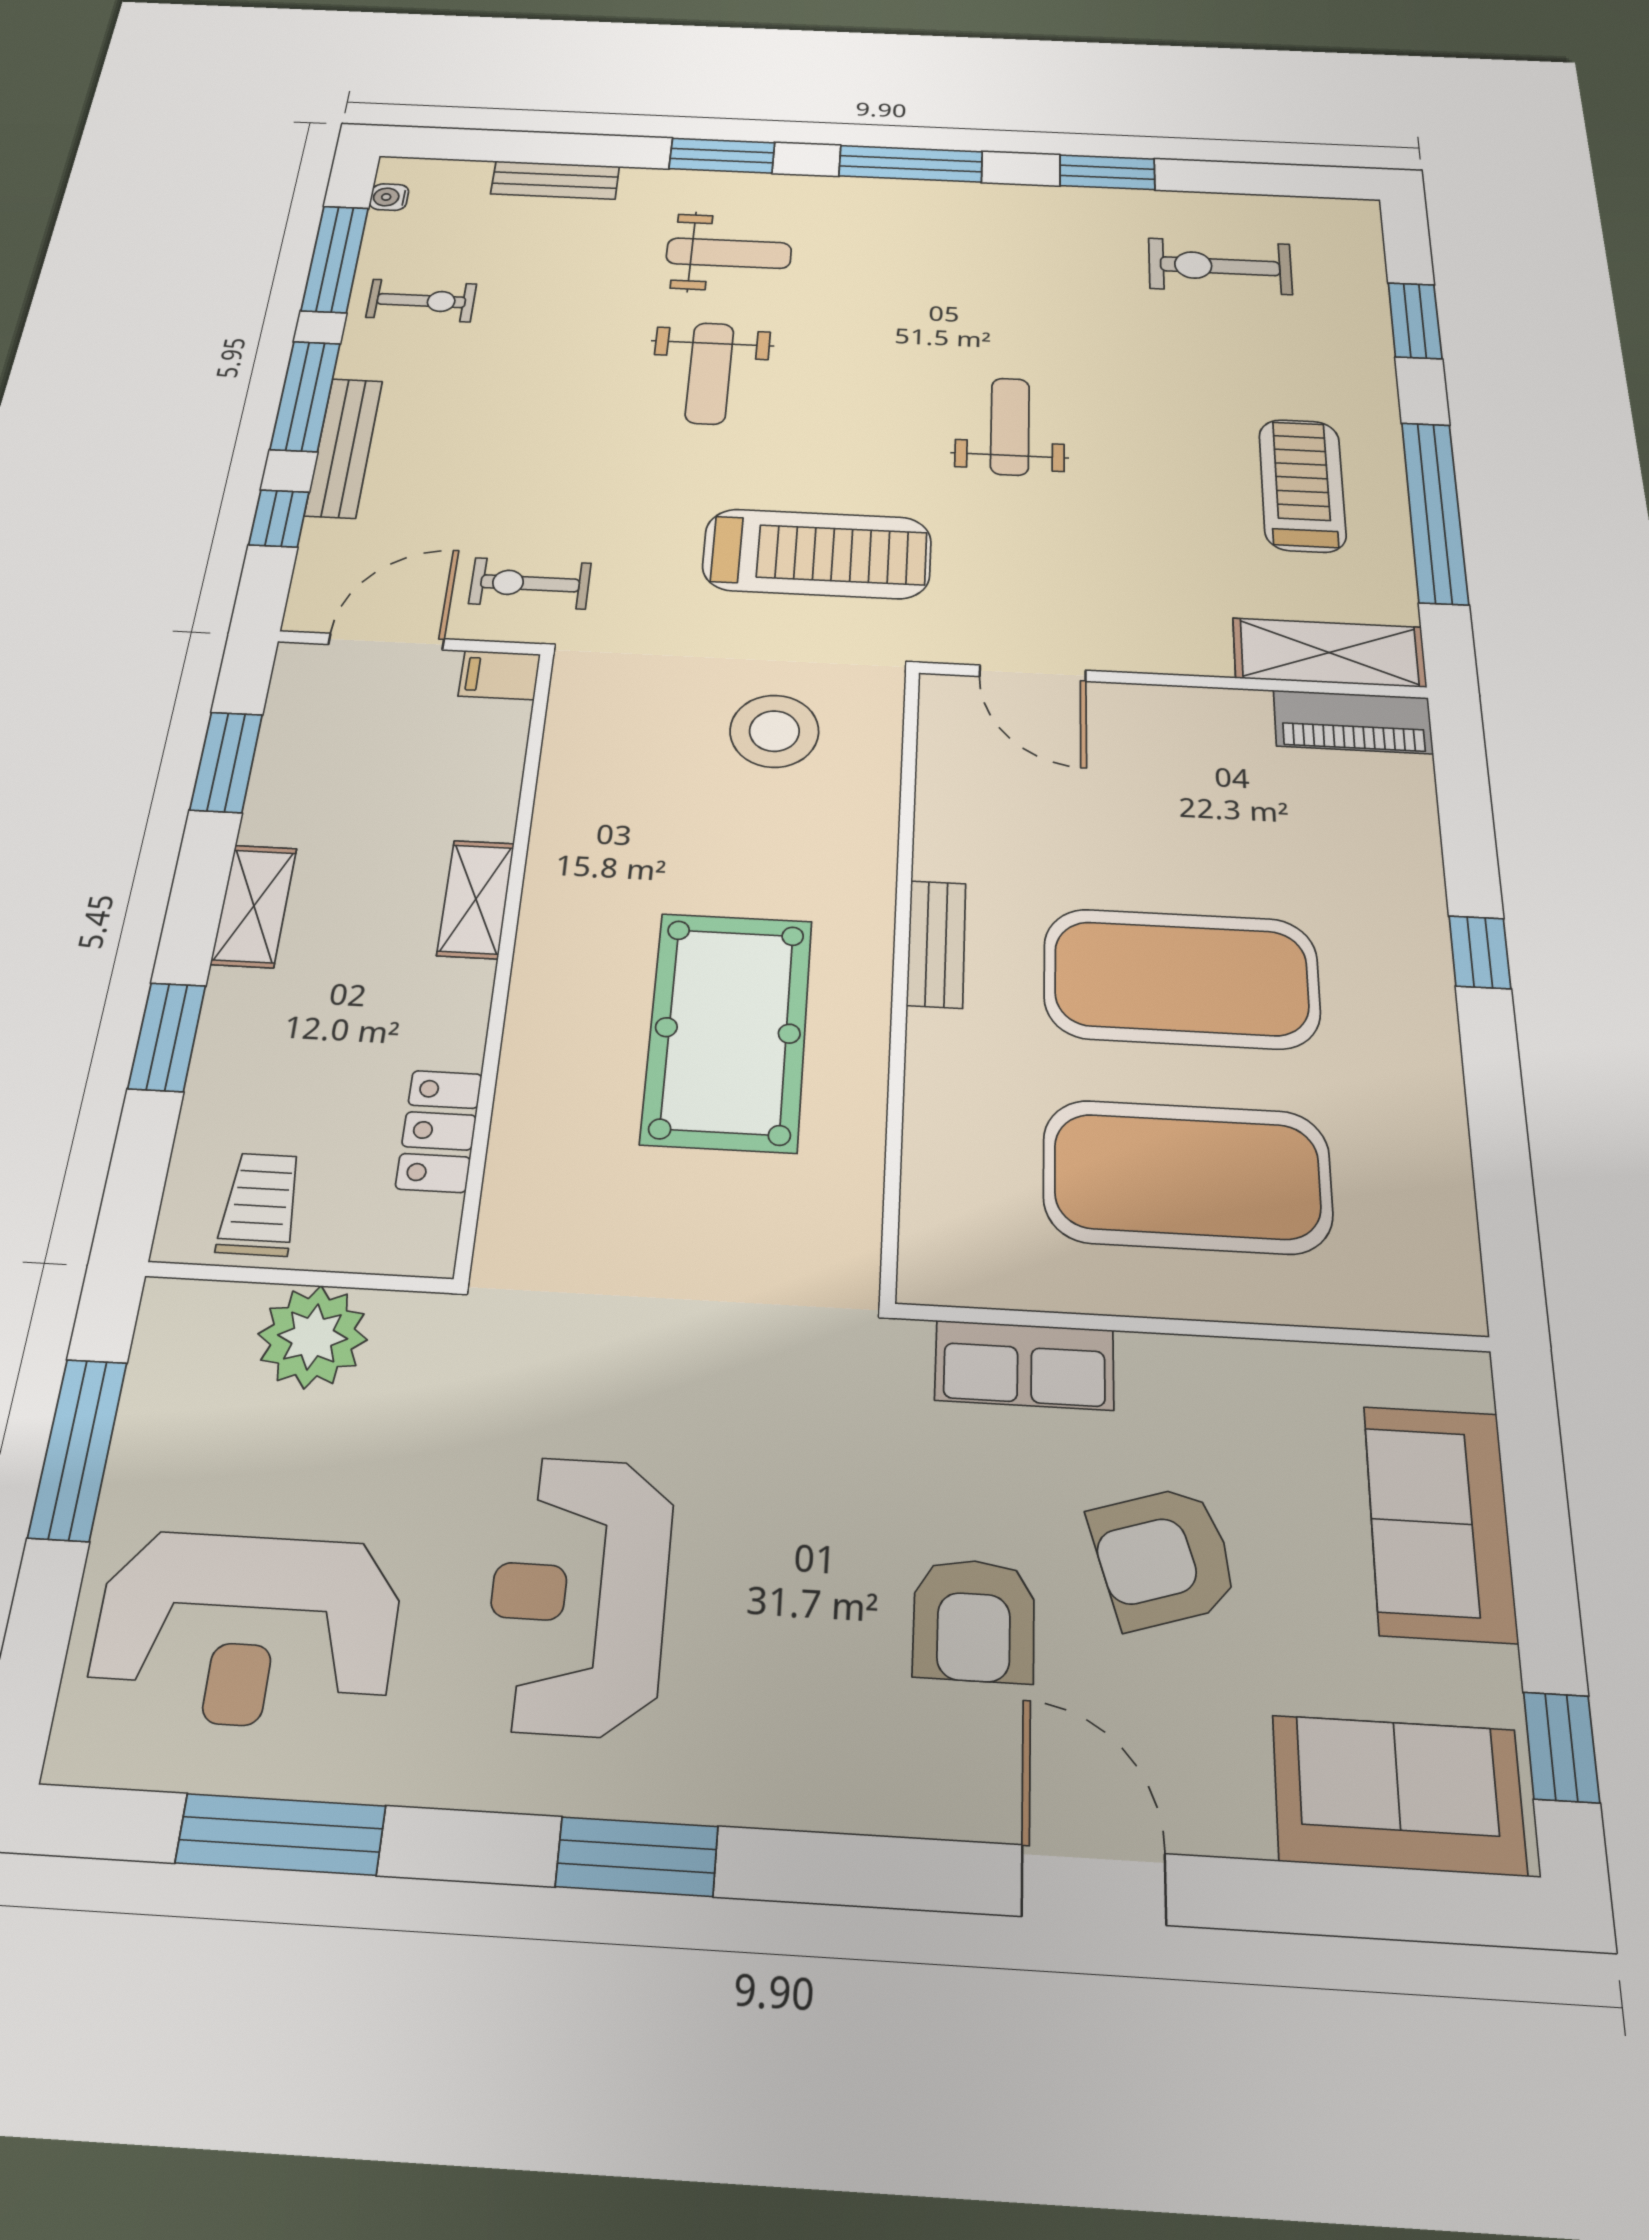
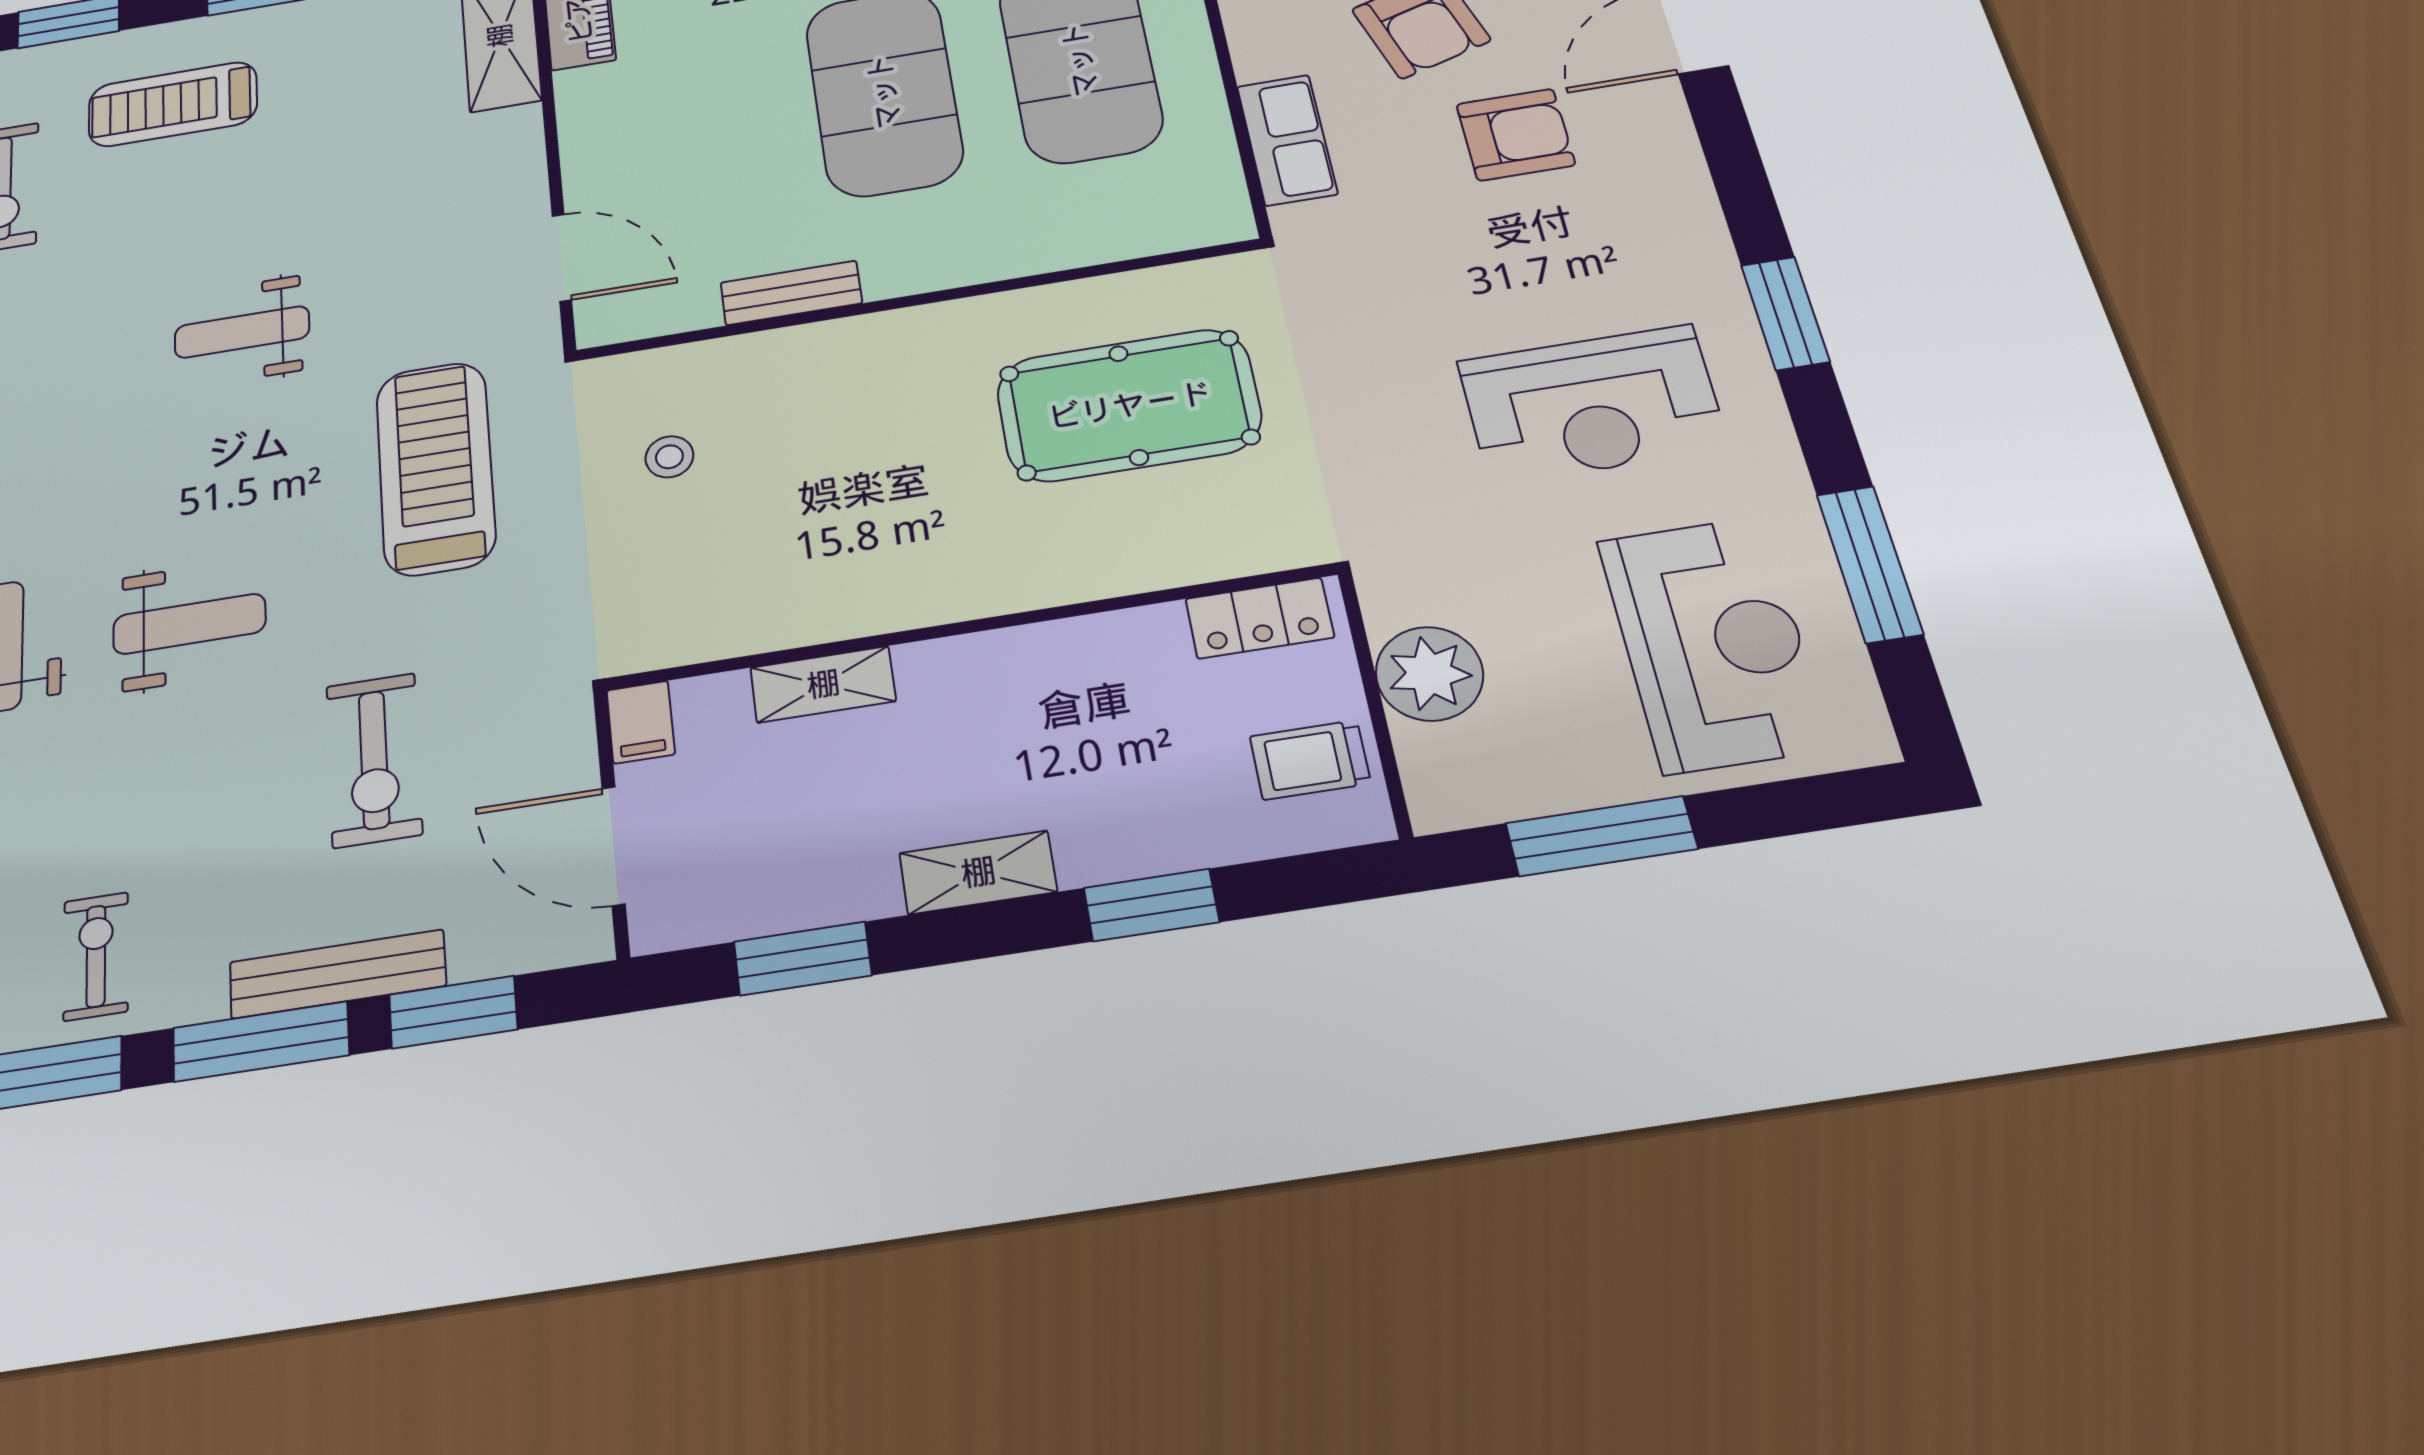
treadmill: (1302, 485) -> (173, 104), moved
window: (279, 518) -> (453, 1012), width x1.50
exercise bike: (530, 583) -> (374, 760), moved, width x1.38, depth x1.39
door: (1033, 673) -> (562, 258), hinge flipped
stool: (774, 731) -> (669, 457), width x0.53, depth x0.53
shelving: (476, 899) -> (823, 684), moved
bench: (936, 944) -> (791, 293), moved
pool table: (728, 1030) -> (1129, 405), moved
locker: (439, 1131) -> (1260, 618), moved

